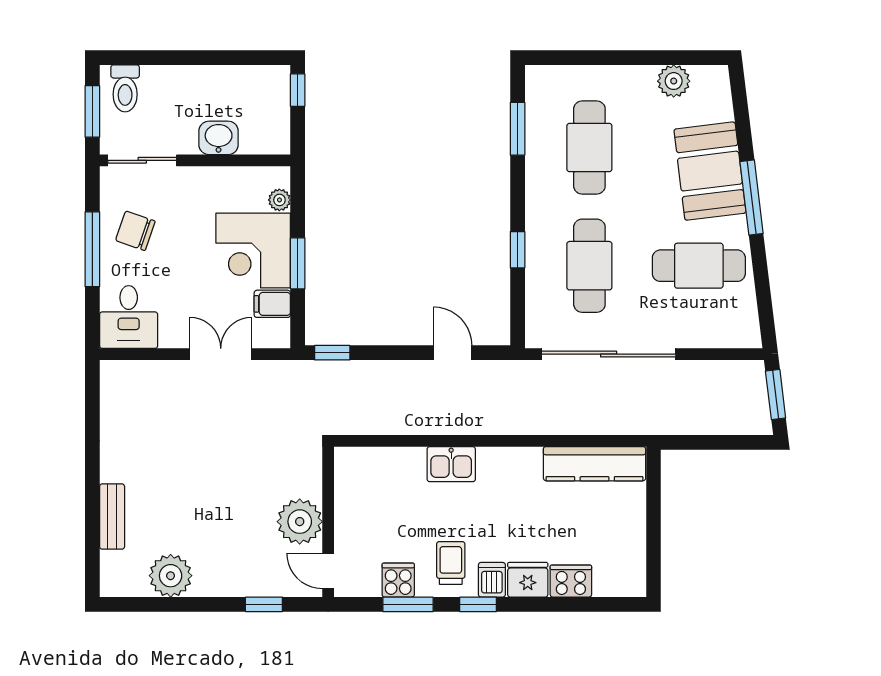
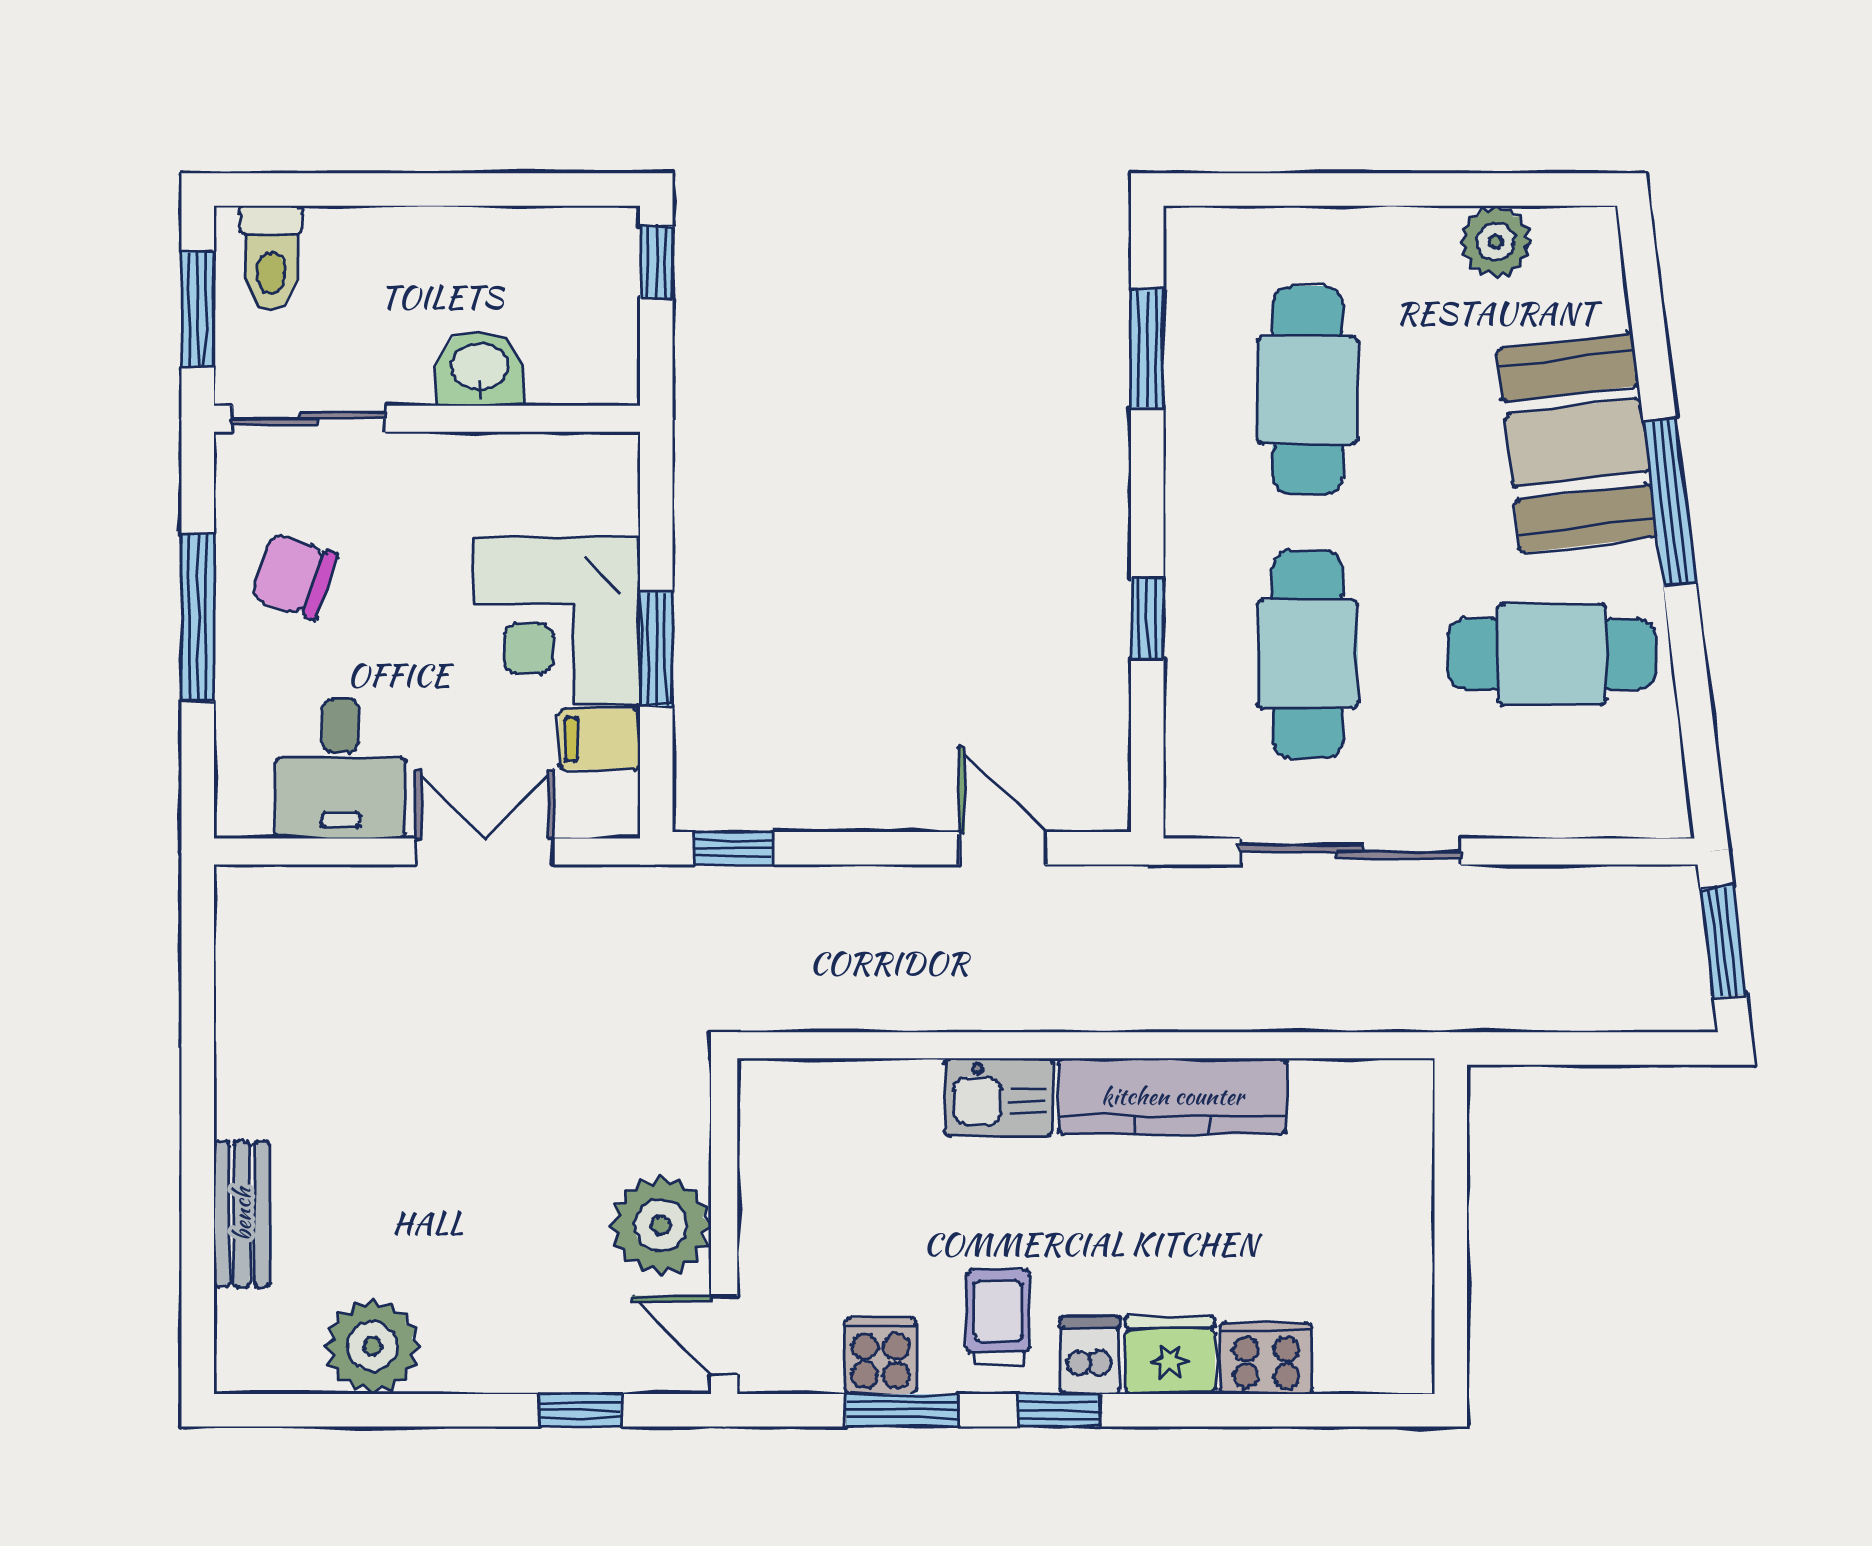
plant: (279, 200) -> (616, 507), removed
desk: (129, 317) -> (341, 769), moved
sliding door: (609, 354) -> (1350, 851), width x0.73
kitchen counter: (595, 464) -> (1172, 1096), moved

